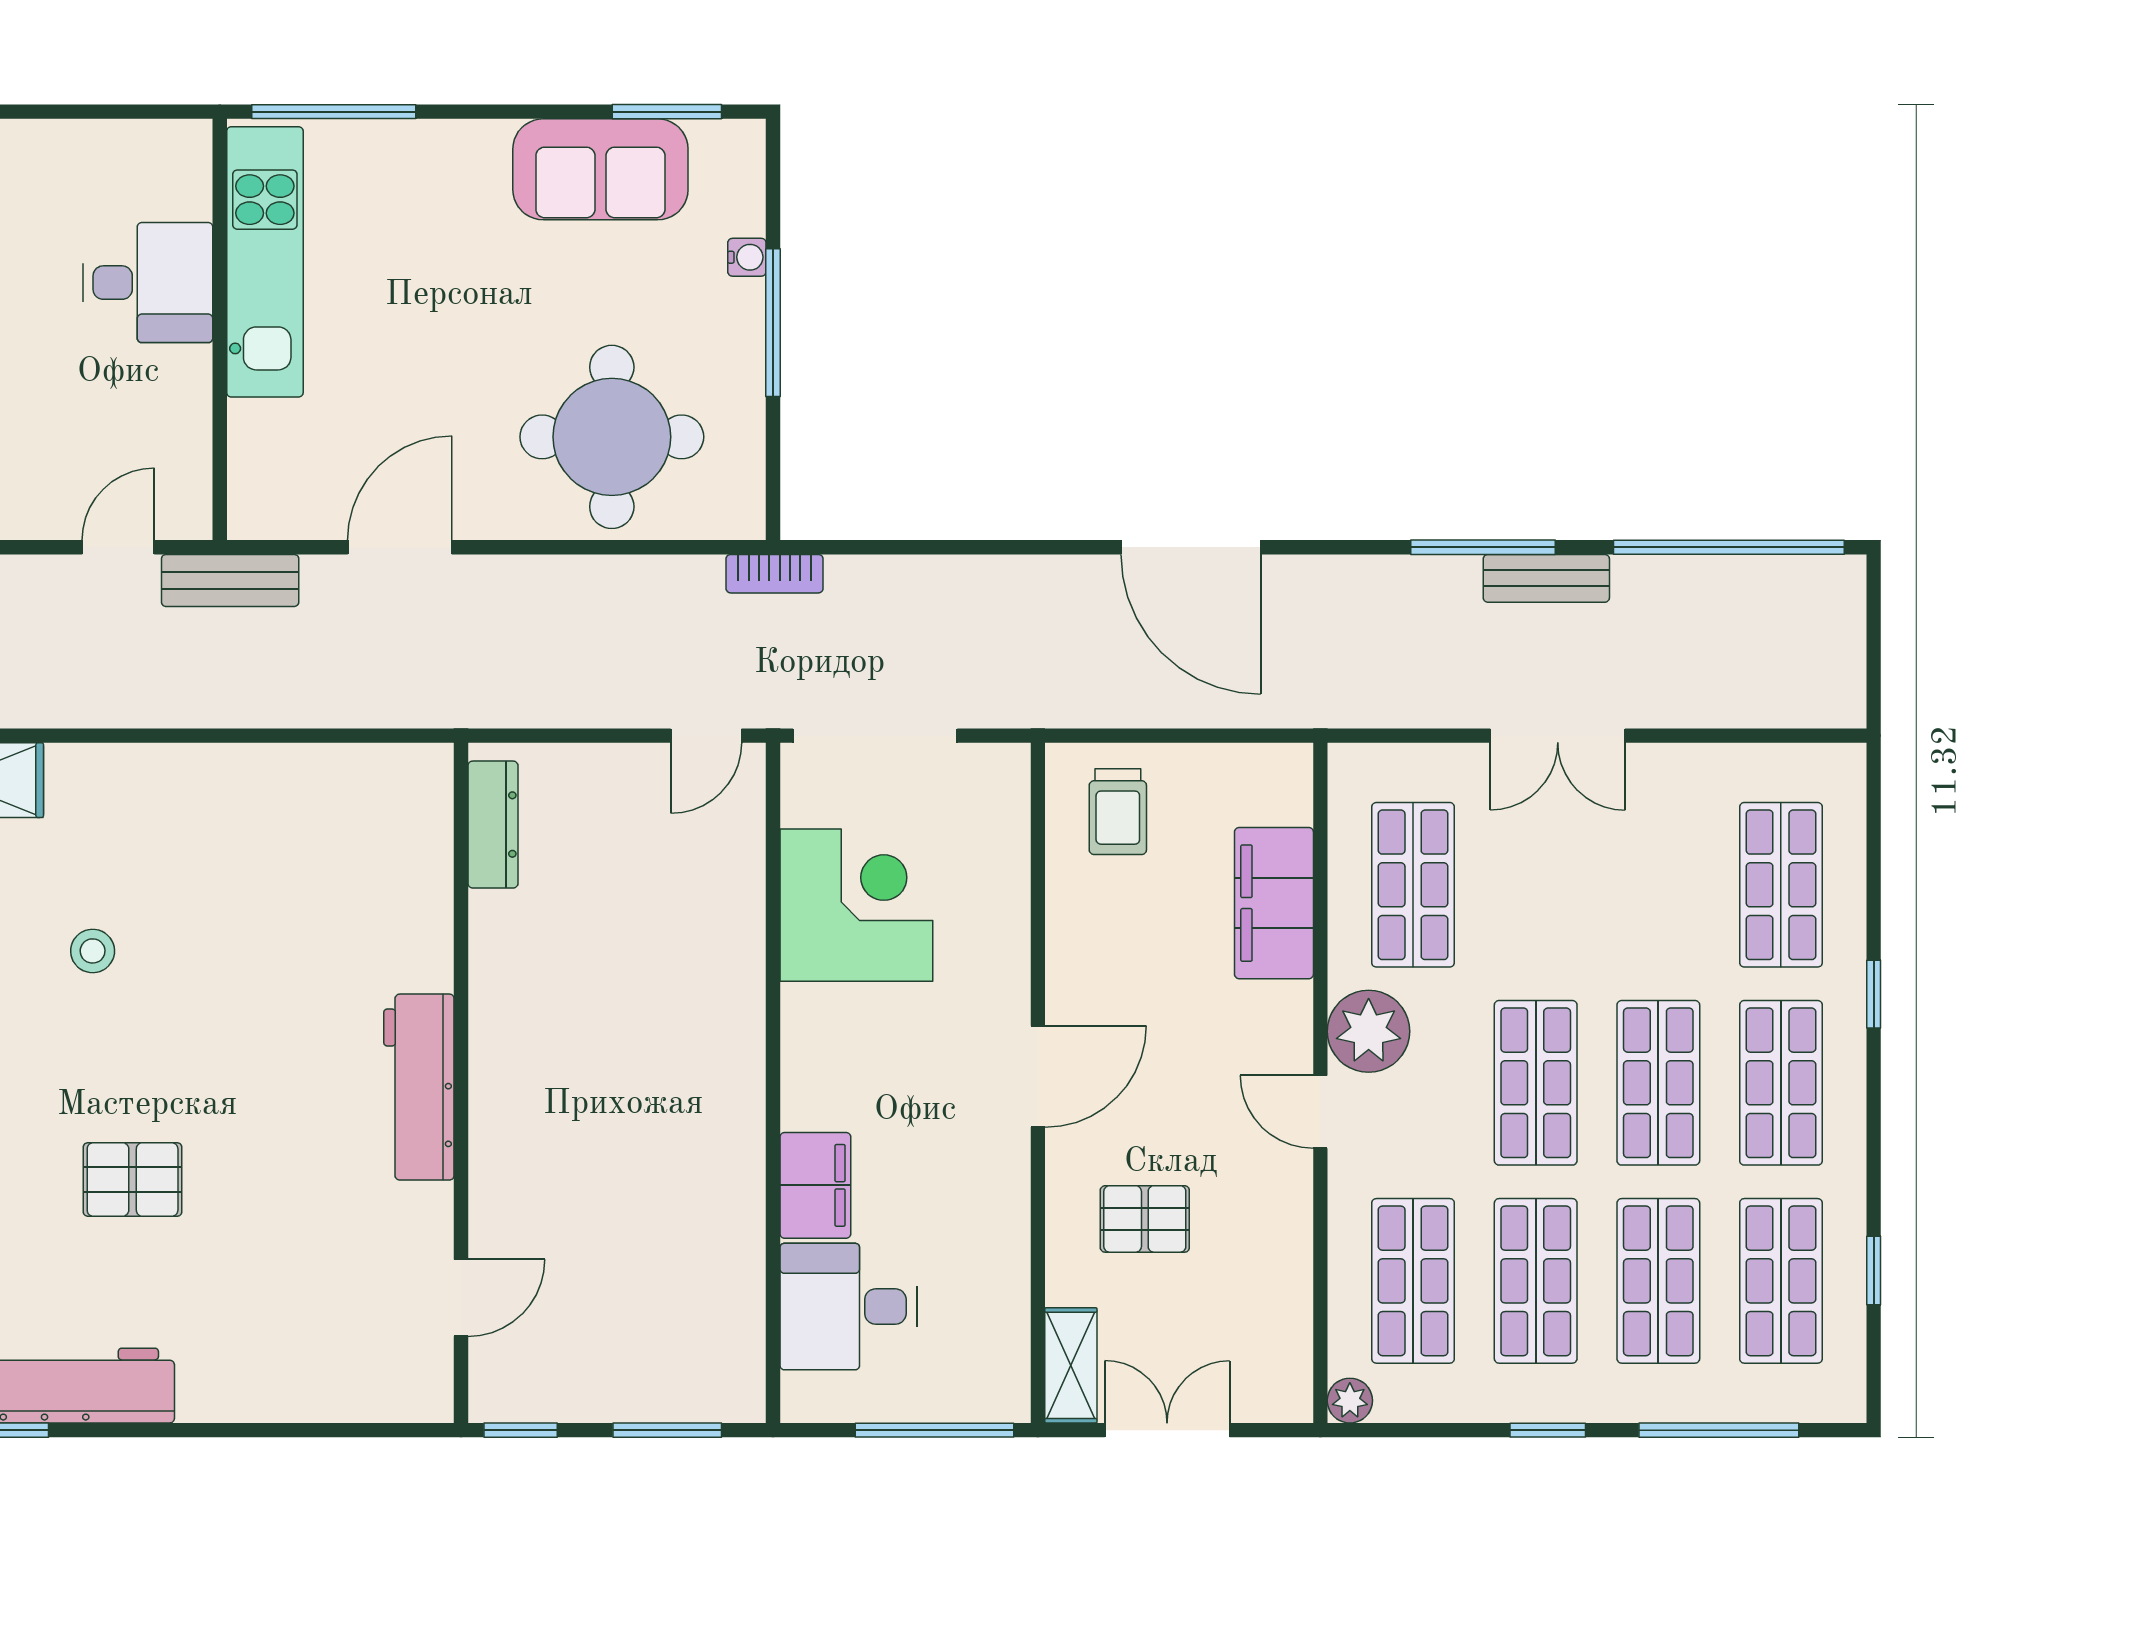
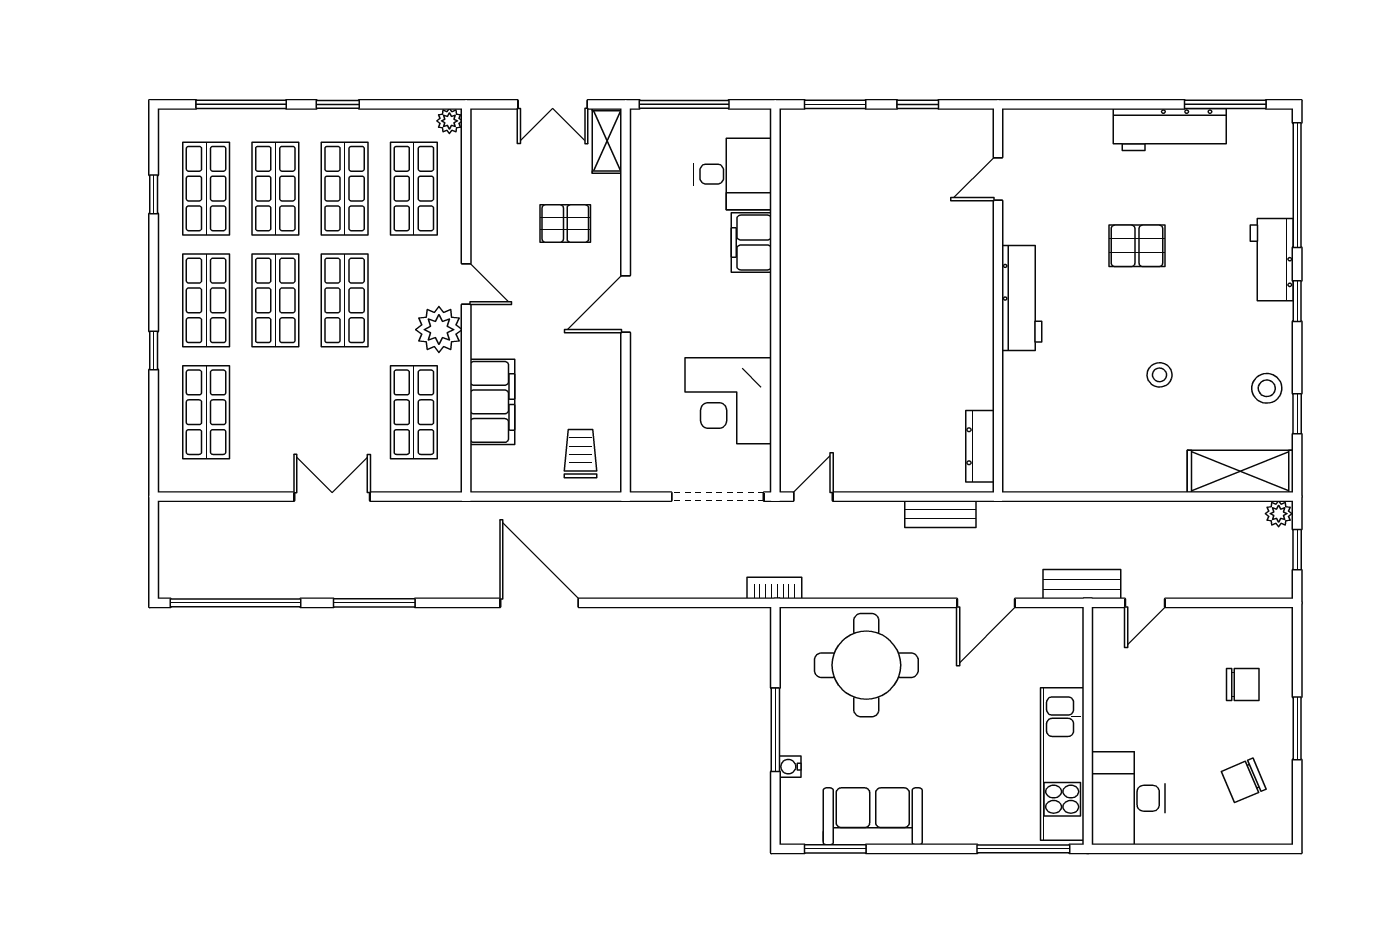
desk: (148, 283) -> (1128, 798), moved, width x1.37
bench: (1546, 578) -> (940, 514), moved
dresser: (493, 825) -> (980, 446), moved
wall: (461, 1083) -> (998, 300), moved
workbench: (419, 1087) -> (1022, 298), moved
door: (461, 1298) -> (998, 179), moved

